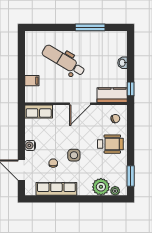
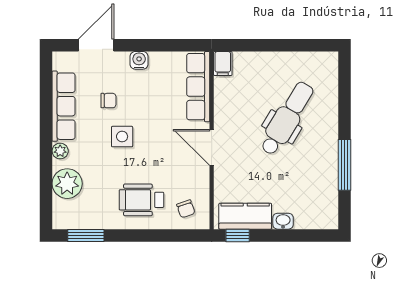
filing cabinet: (32, 81) -> (223, 63), moved
kitchen counter: (112, 95) -> (245, 216), moved, turned -90
row of seats: (39, 111) -> (198, 87), width x1.48
wheelchair: (110, 144) -> (141, 200), turned 90
plant: (115, 191) -> (60, 151), moved

